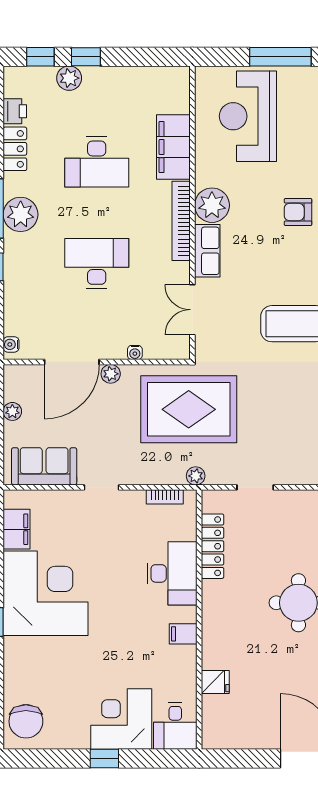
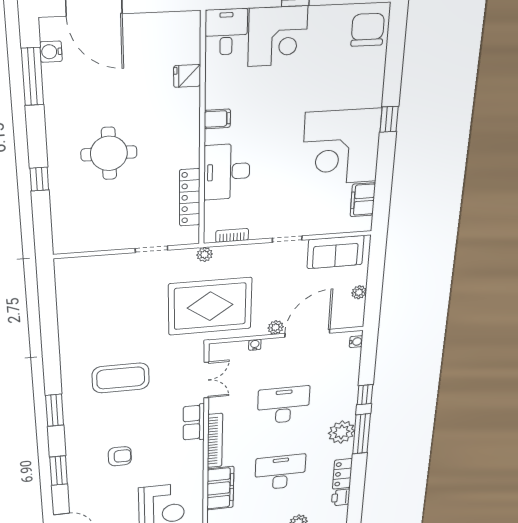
plant: (212, 205) -> (190, 454), removed
desk: (97, 263) -> (283, 405), turned 180

